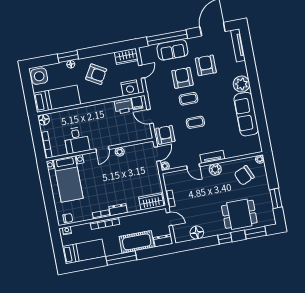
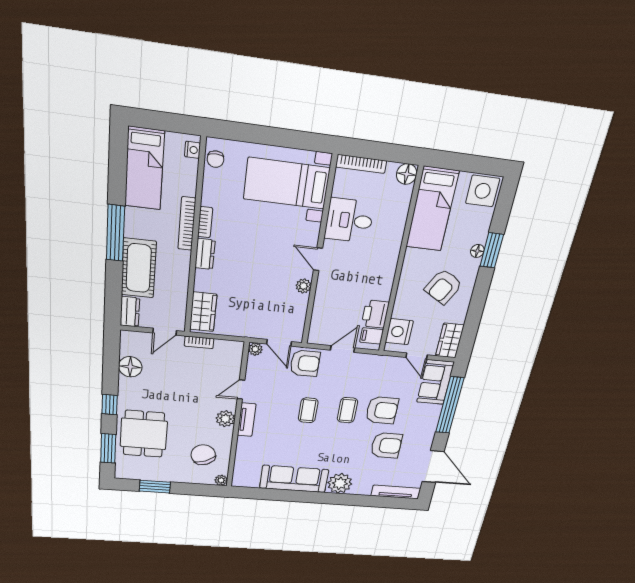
sofa: (172, 50) -> (435, 382), moved

